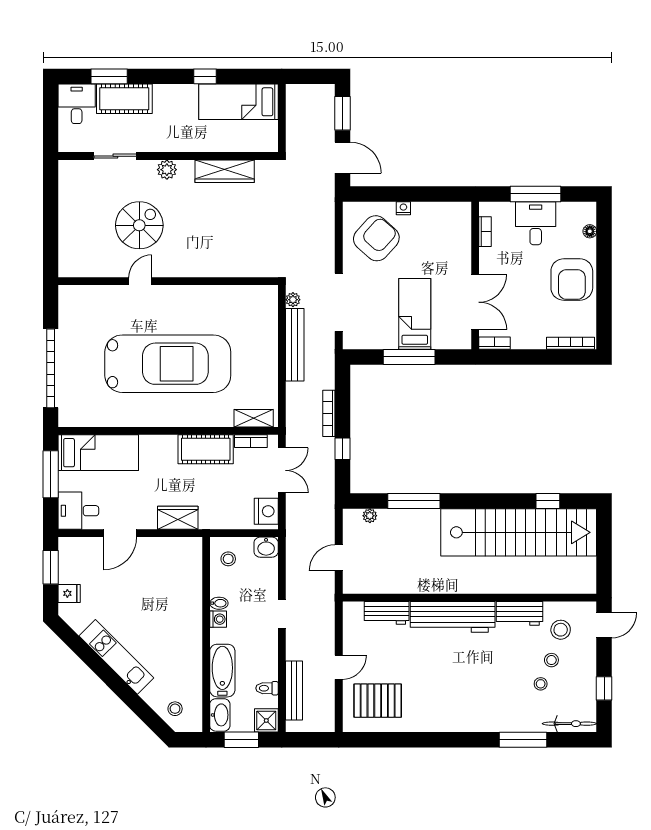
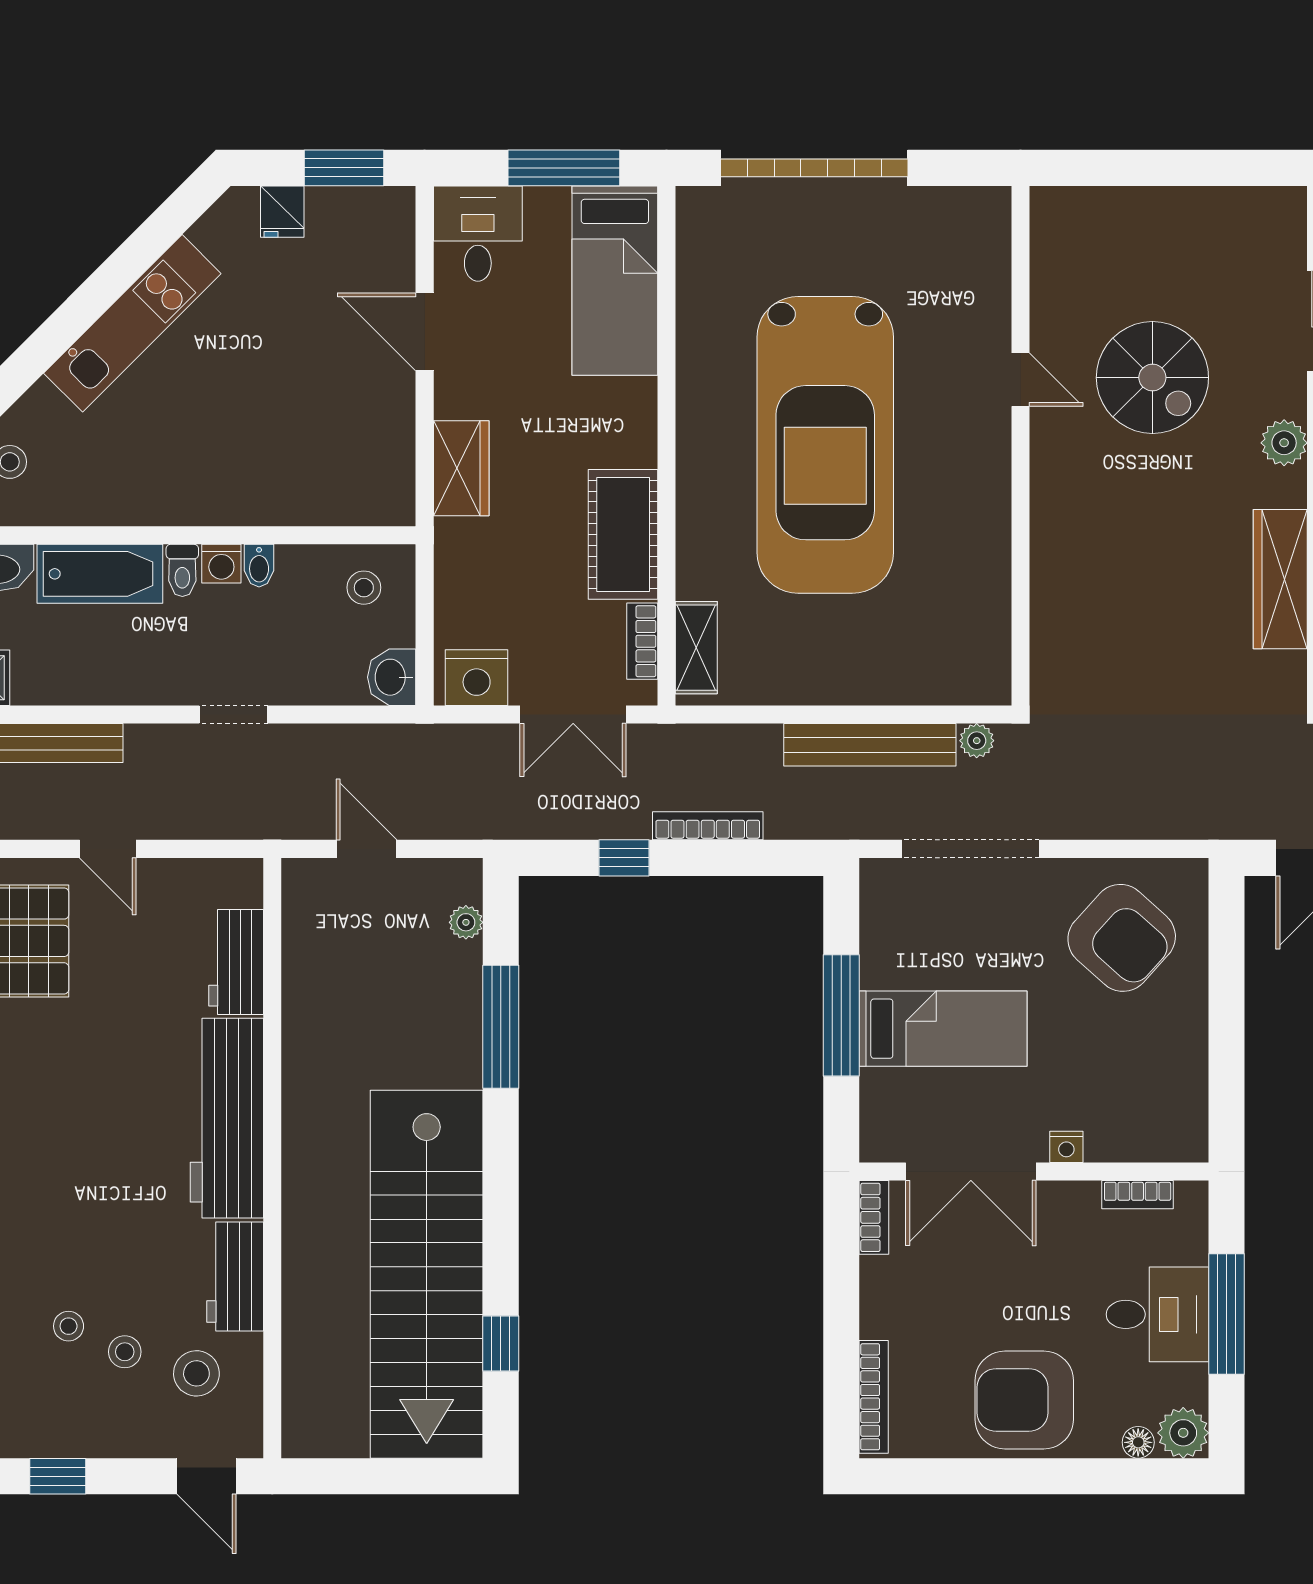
nightstand: (403, 208) -> (1066, 1147), moved, turned 90
plant: (586, 212) -> (1183, 1433), added
toilet: (267, 688) -> (182, 570), moved, turned 180

